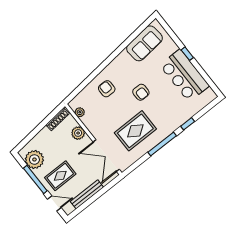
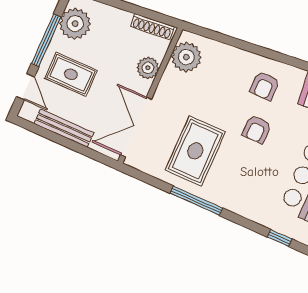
armchair: (107, 89) -> (265, 86), moved, turned 180
plant: (80, 112) -> (186, 57), width x1.88, depth x1.88
window: (188, 124) -> (280, 238), moved
rug: (135, 131) -> (195, 151), turned 90

